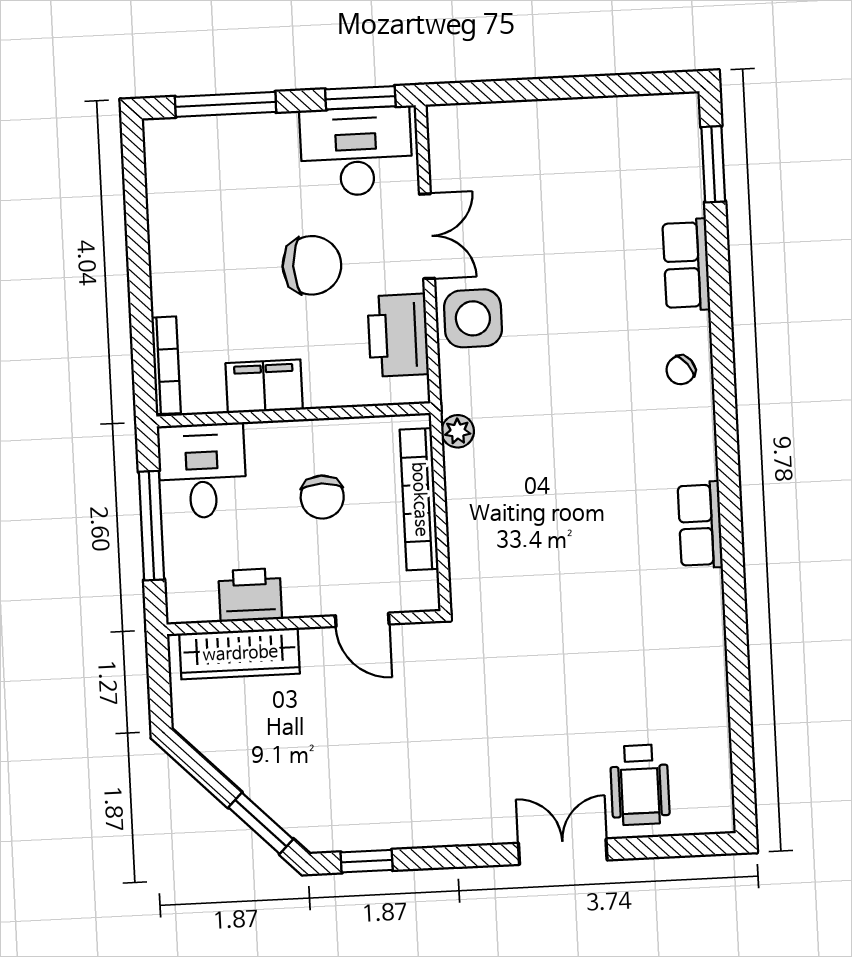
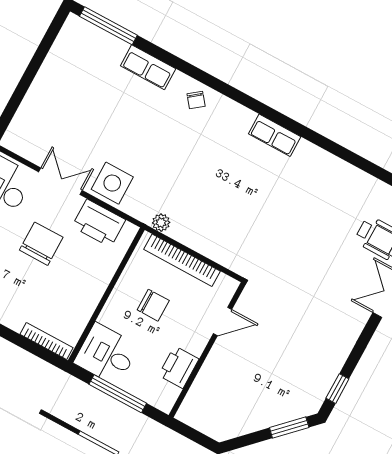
window: (713, 164) -> (108, 26), width x1.44
filing cabinet: (264, 386) -> (84, 301), removed
wardrobe: (240, 654) -> (203, 389), removed

